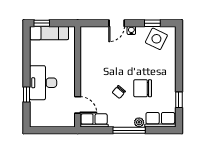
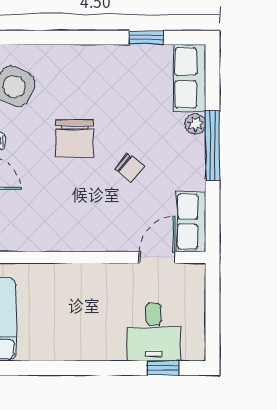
desk: (43, 83) -> (154, 332), moved, width x0.73
chair: (143, 88) -> (74, 138), moved
window: (27, 95) -> (163, 368), moved

